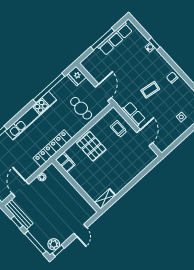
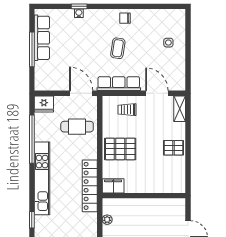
row of seats: (133, 114) -> (119, 84), width x1.48
pallet: (121, 177) -> (174, 148), added
shelving: (105, 199) -> (180, 109), moved

